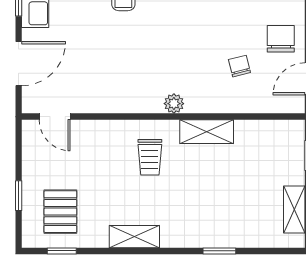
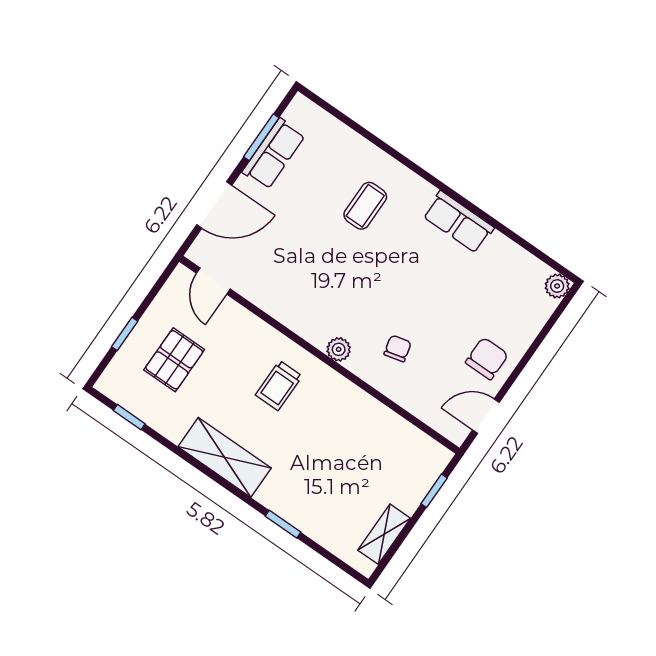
chair: (239, 66) -> (398, 349), moved
shelving: (207, 132) -> (351, 399), removed
pallet: (60, 212) -> (174, 360), moved
shelving: (134, 237) -> (225, 457), width x1.50, depth x1.33

